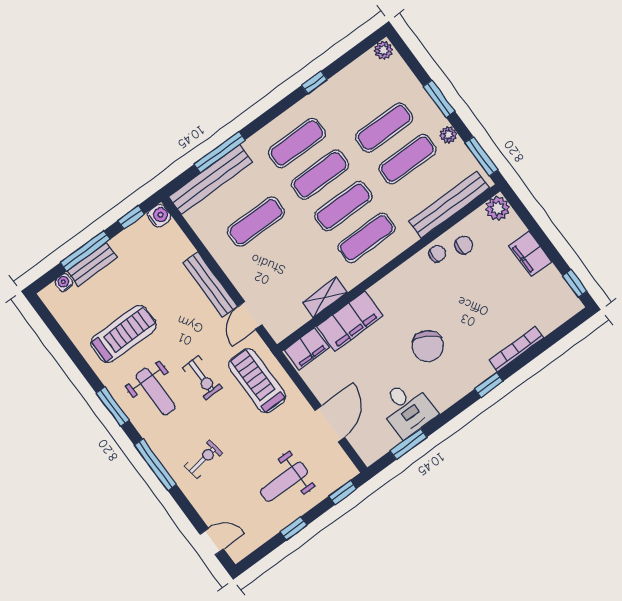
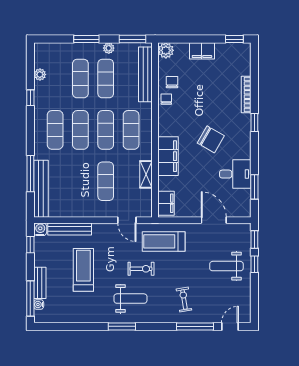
plant: (383, 50) -> (40, 75), moved
exercise mat: (256, 222) -> (106, 181), moved
window: (85, 251) -> (30, 298), moved
bench: (210, 284) -> (70, 229), moved
filing cabinet: (350, 321) -> (168, 156), moved
treadmill: (124, 334) -> (83, 270), moved
window: (155, 465) -> (195, 326), moved
weight bench: (284, 482) -> (226, 266), turned 90
window: (294, 528) -> (254, 264), moved

